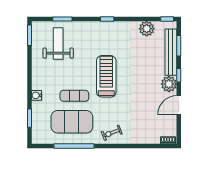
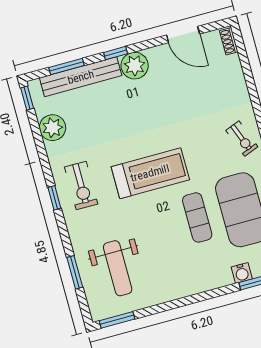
exercise bike: (110, 36) -> (81, 186), added
weight bench: (58, 44) -> (118, 268), turned -90
treadmill: (106, 76) -> (150, 173), turned 180
water cooler: (36, 95) -> (242, 273), moved
door: (179, 105) -> (183, 35), moved

